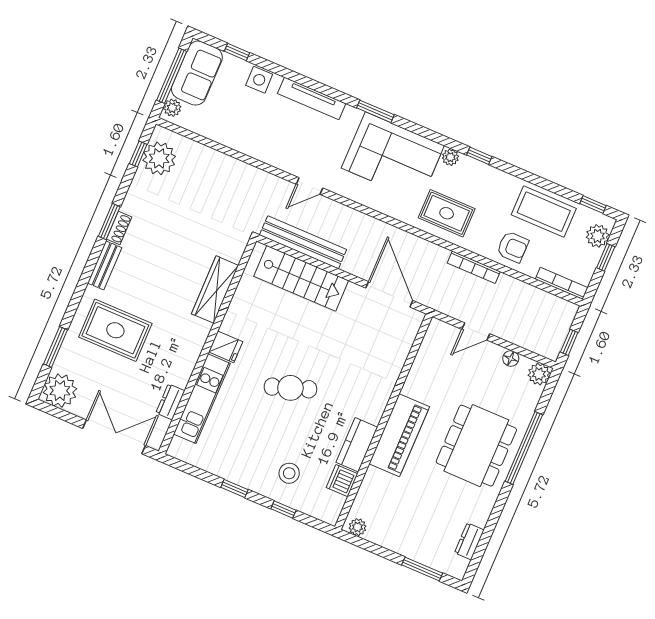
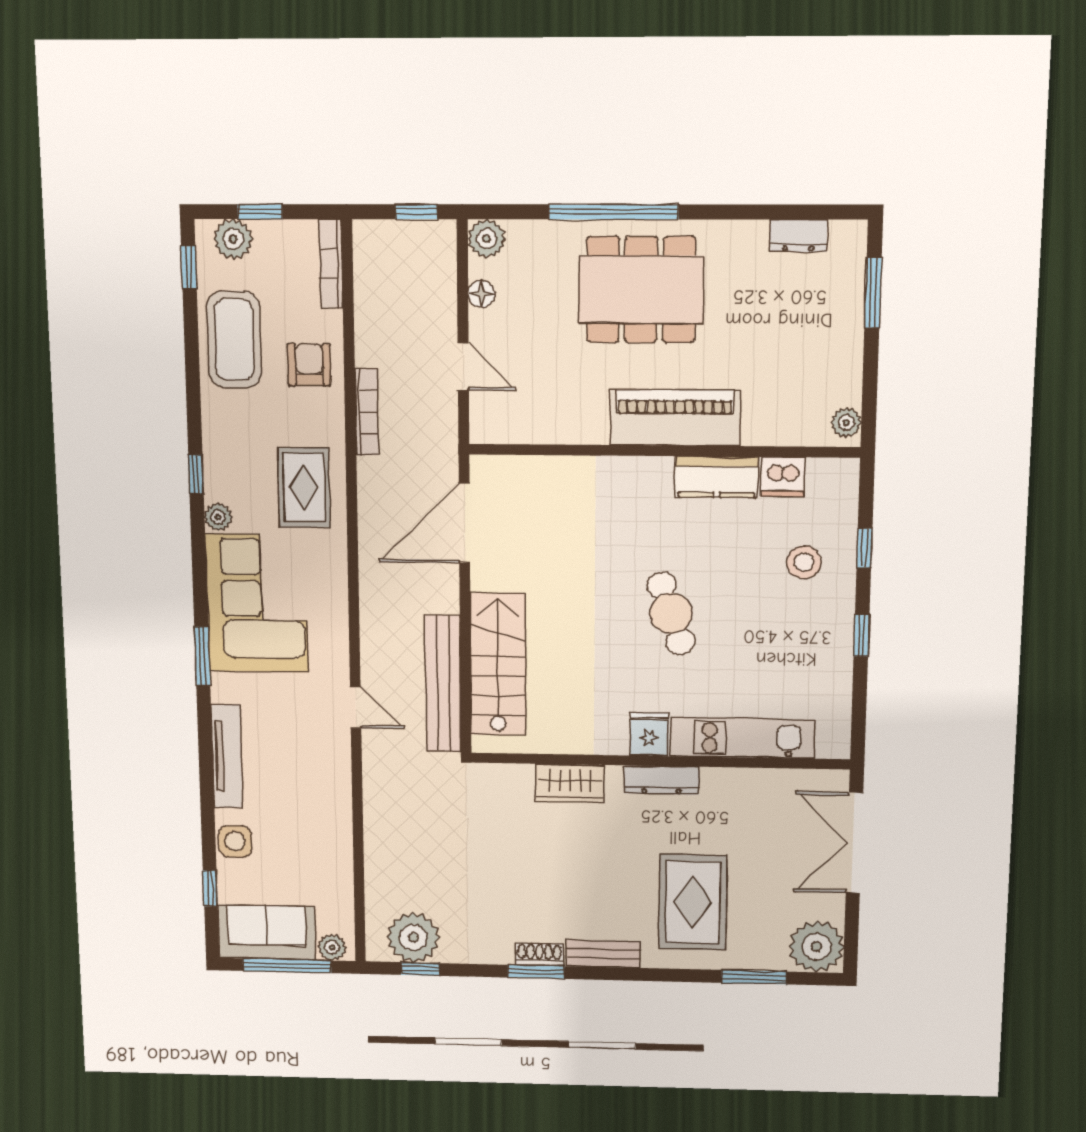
wardrobe: (215, 290) -> (570, 783), width x0.67
dresser: (170, 402) -> (661, 780), moved, width x1.44

